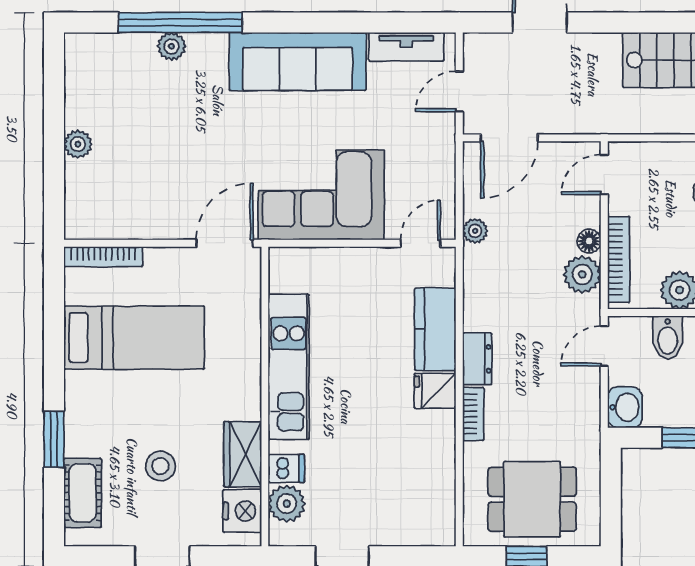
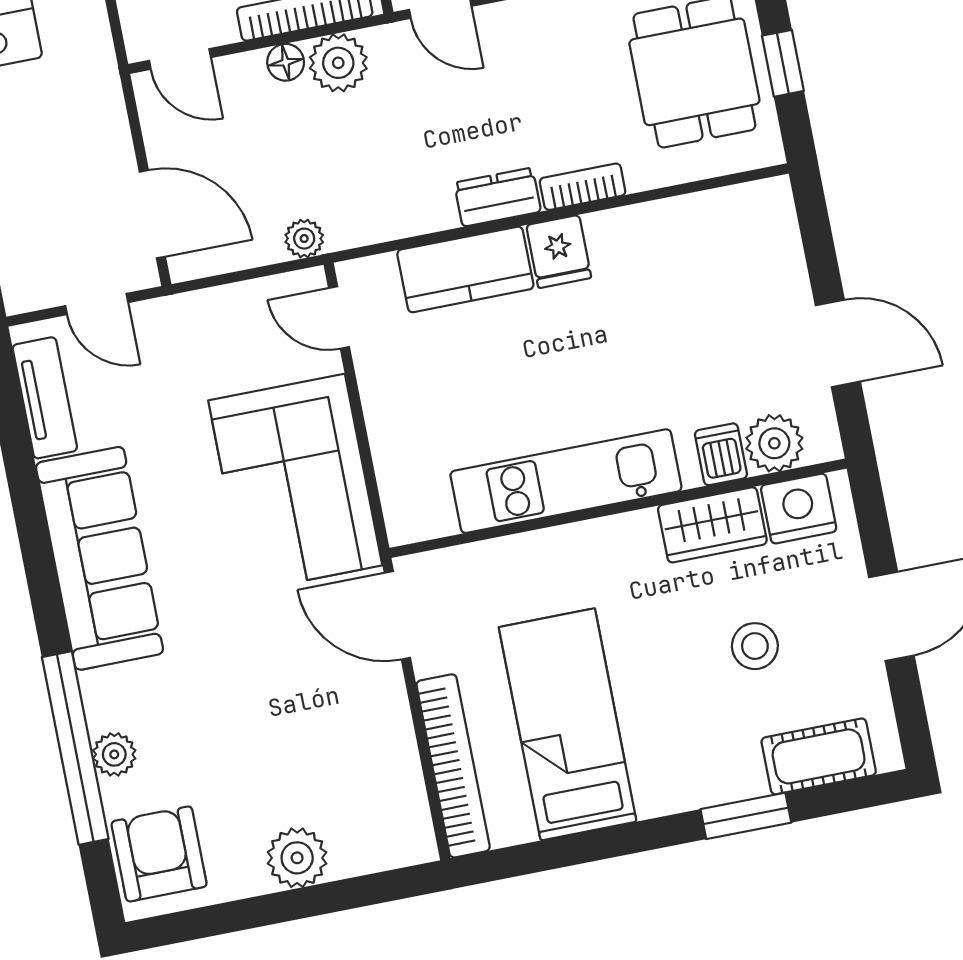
armchair: (103, 62) -> (159, 854), added
plant: (78, 144) -> (297, 858), width x1.38, depth x1.38
bookcase: (103, 257) -> (453, 766), width x1.48, depth x1.31

